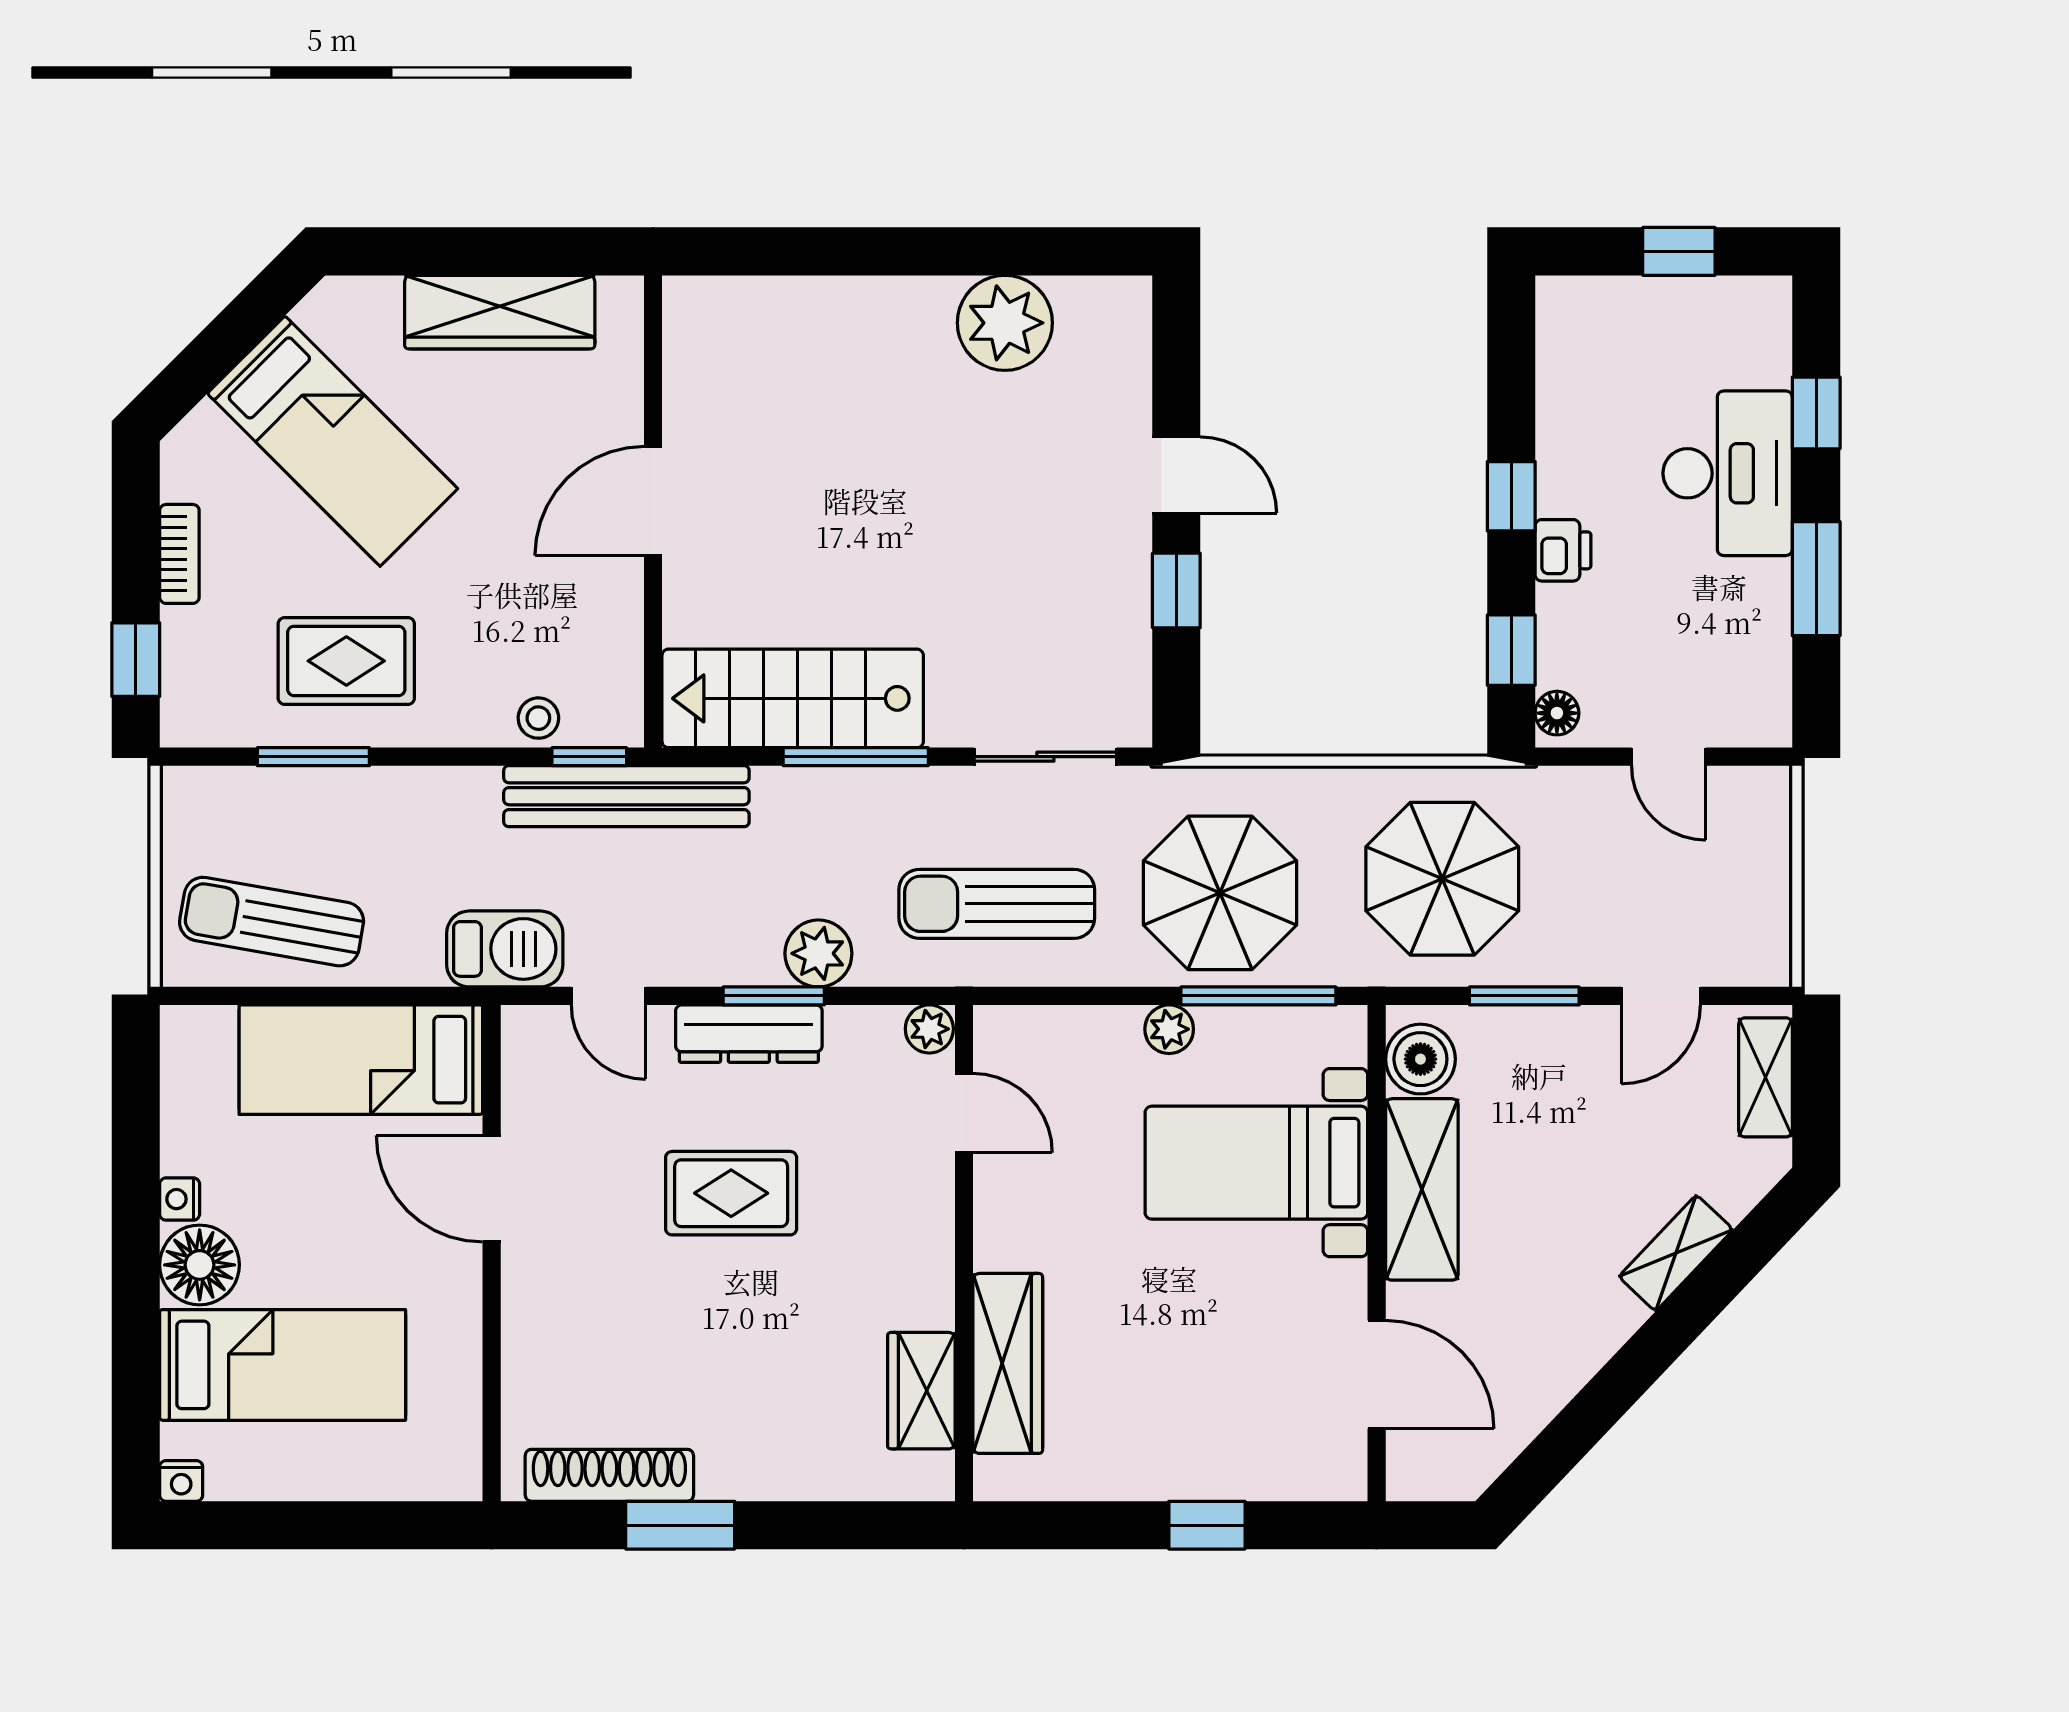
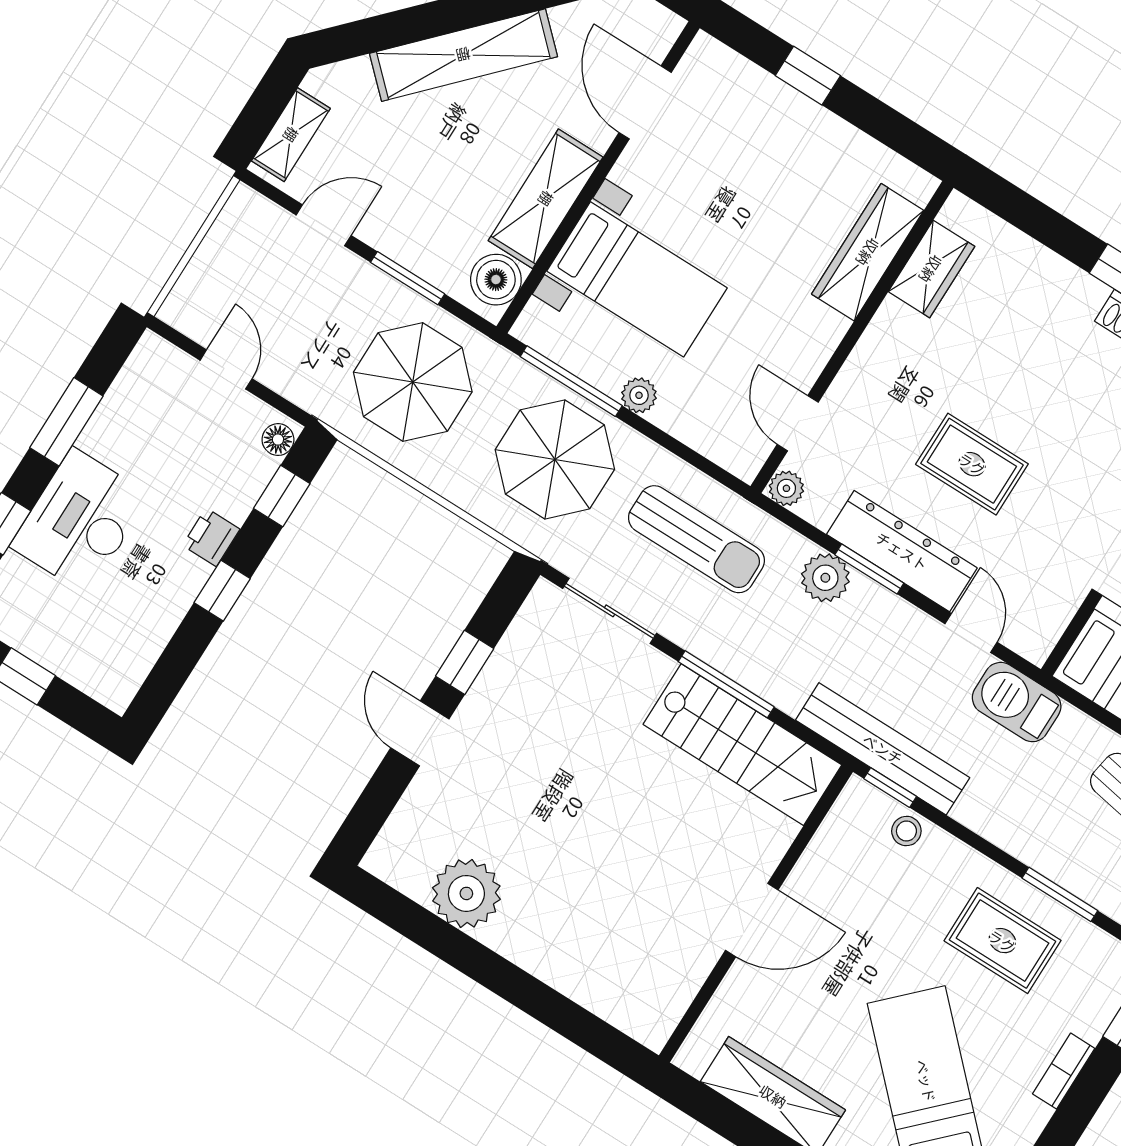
dresser: (749, 1034) -> (902, 551), width x1.37, depth x1.24
shelving: (1676, 1253) -> (463, 55), width x2.20, depth x1.33

